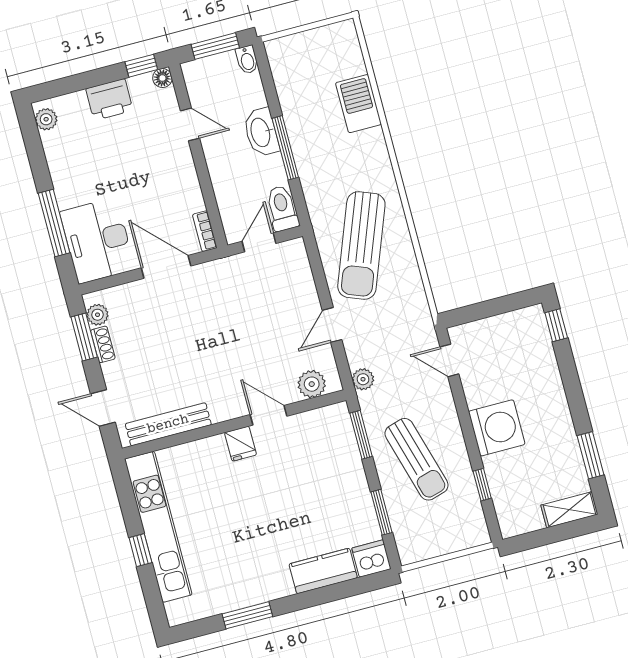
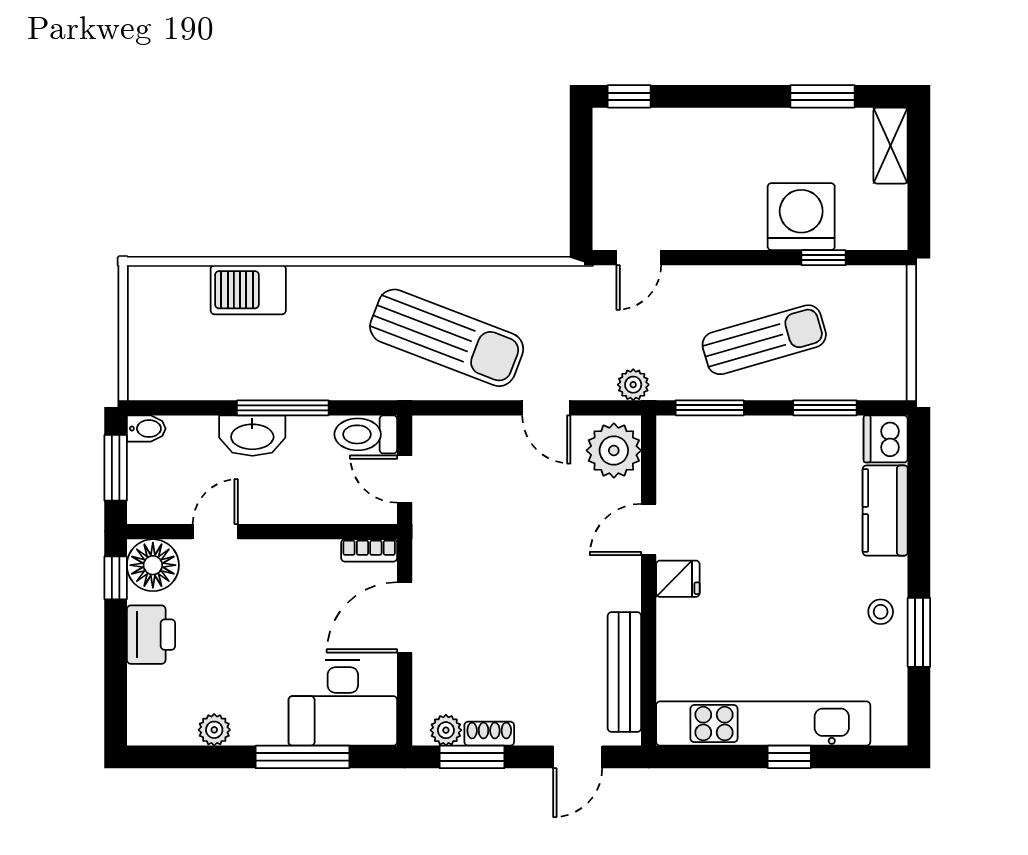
floor lamp: (162, 78) -> (153, 565), width x1.89, depth x1.89
plant: (46, 119) -> (214, 730), moved
plant: (312, 384) -> (614, 450), width x1.36, depth x1.36
washing machine: (497, 428) -> (801, 217), moved
stool: (254, 586) -> (881, 612), added

